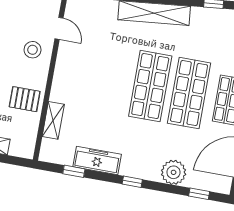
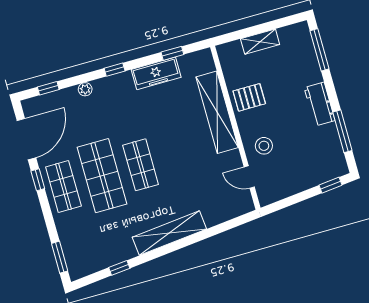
shop shelf: (150, 86) -> (141, 165), width x0.70, depth x0.74
shelving: (53, 120) -> (217, 112), width x2.20, depth x1.33
plant: (174, 172) -> (85, 89), width x0.53, depth x0.53

